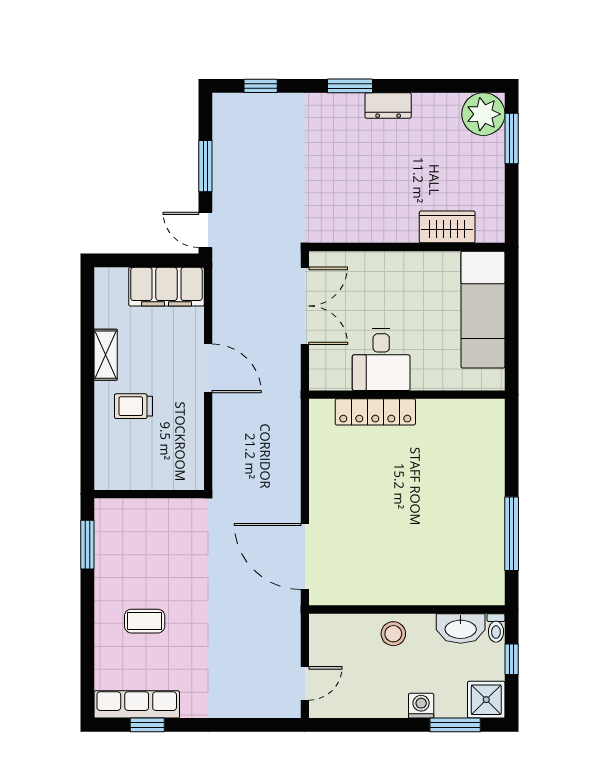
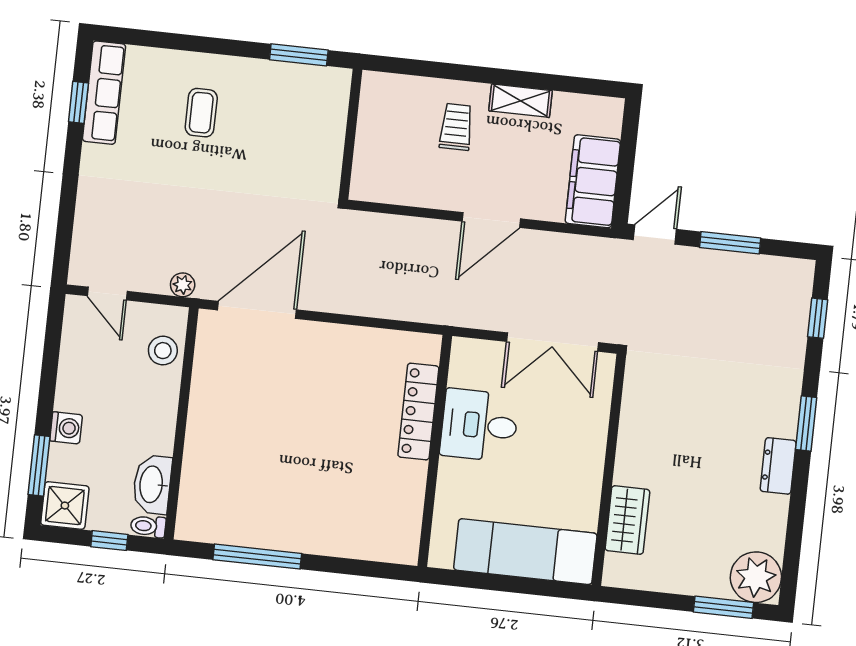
plant: (291, 621) -> (183, 285), added
stool: (393, 634) -> (163, 351), moved

